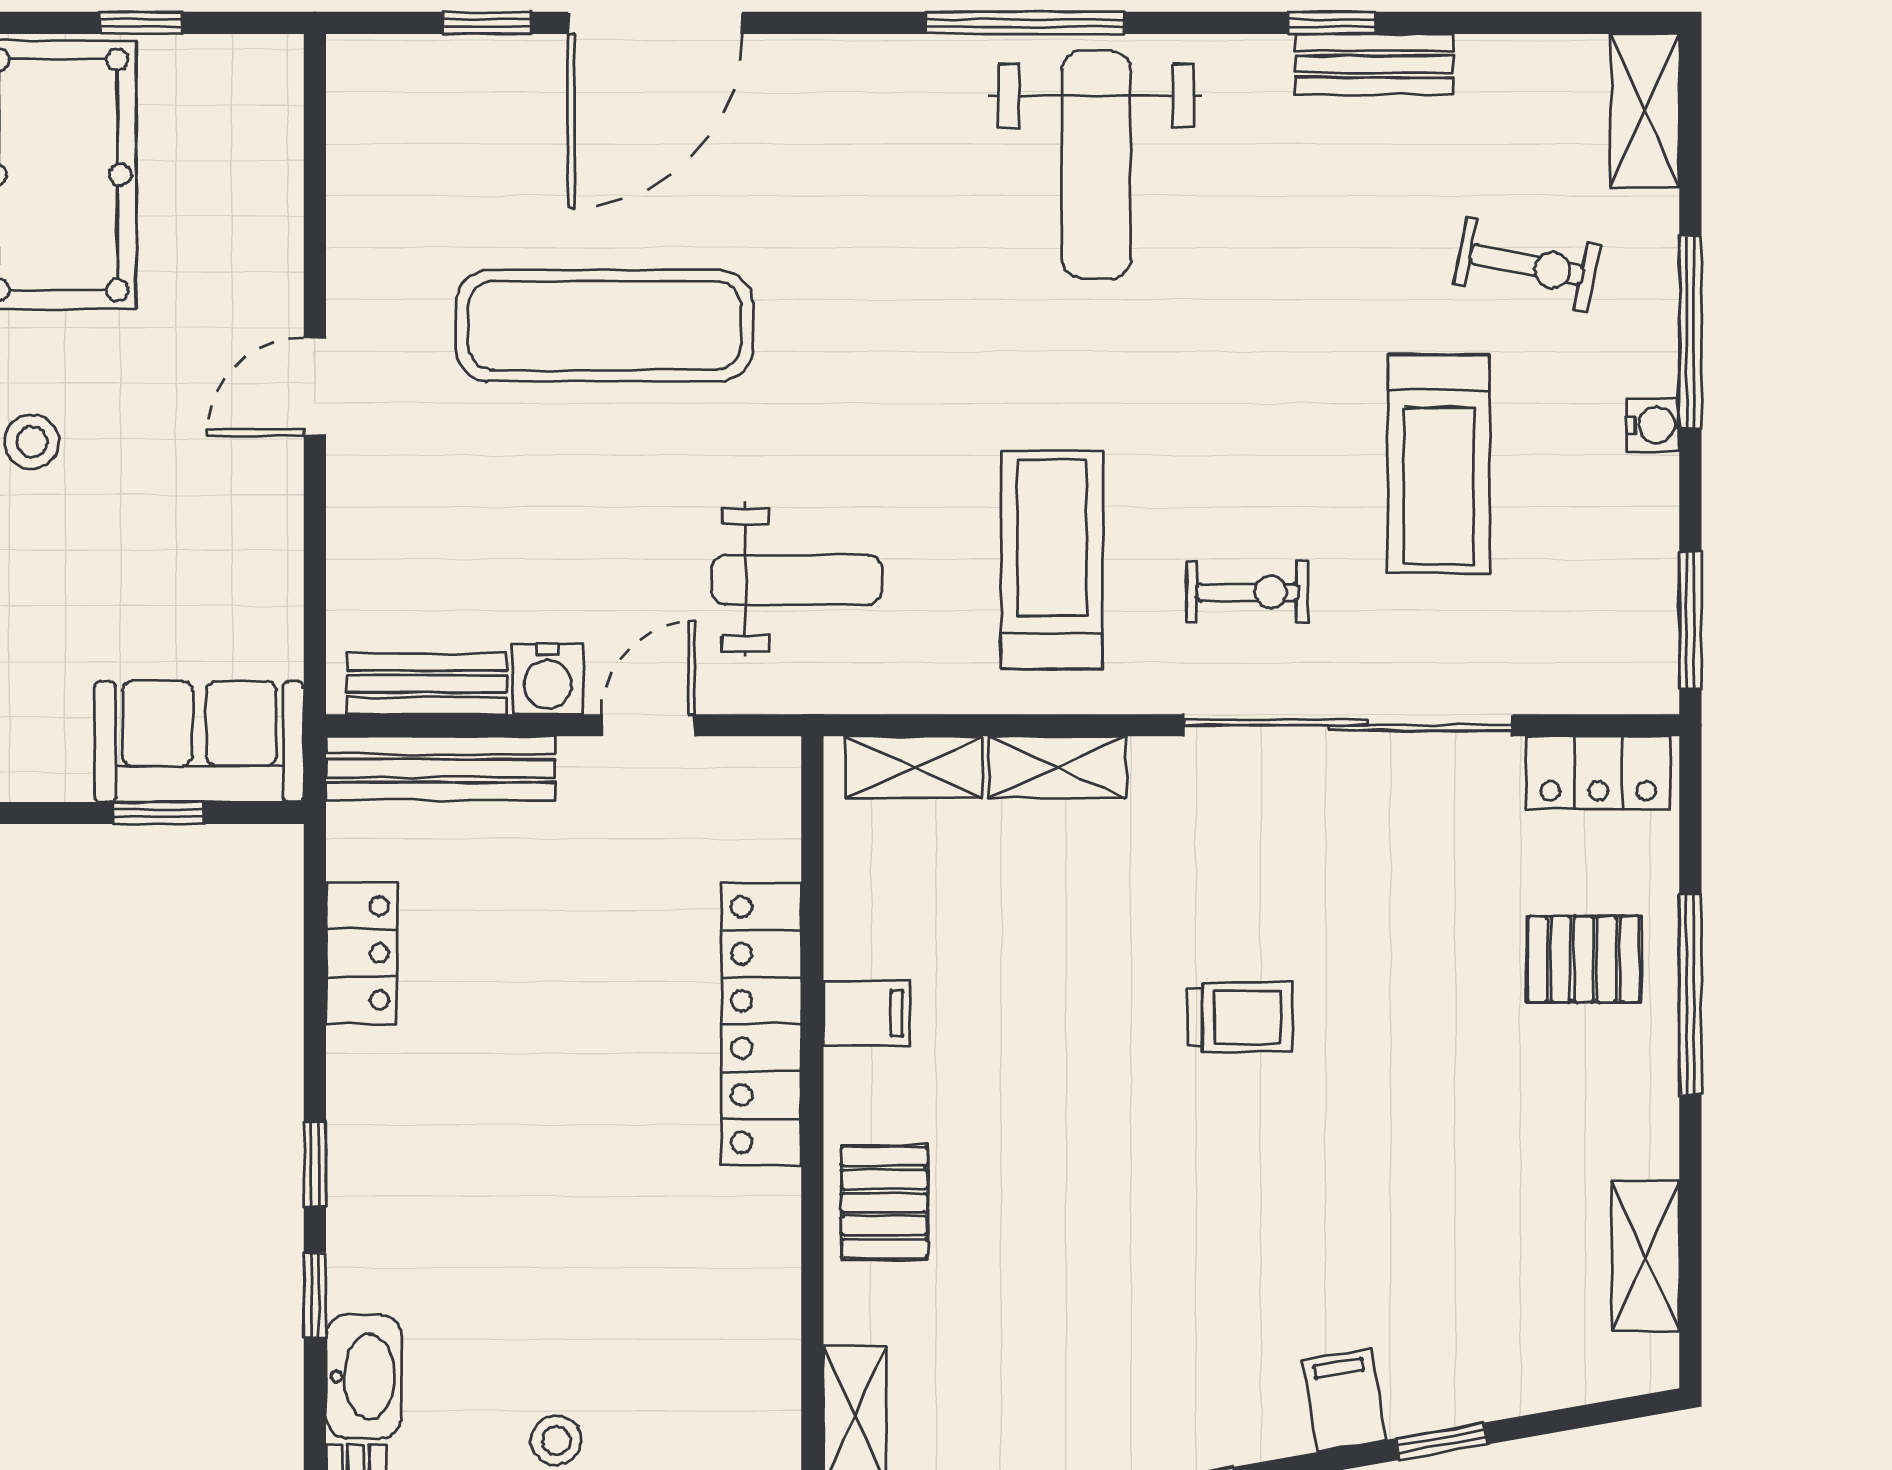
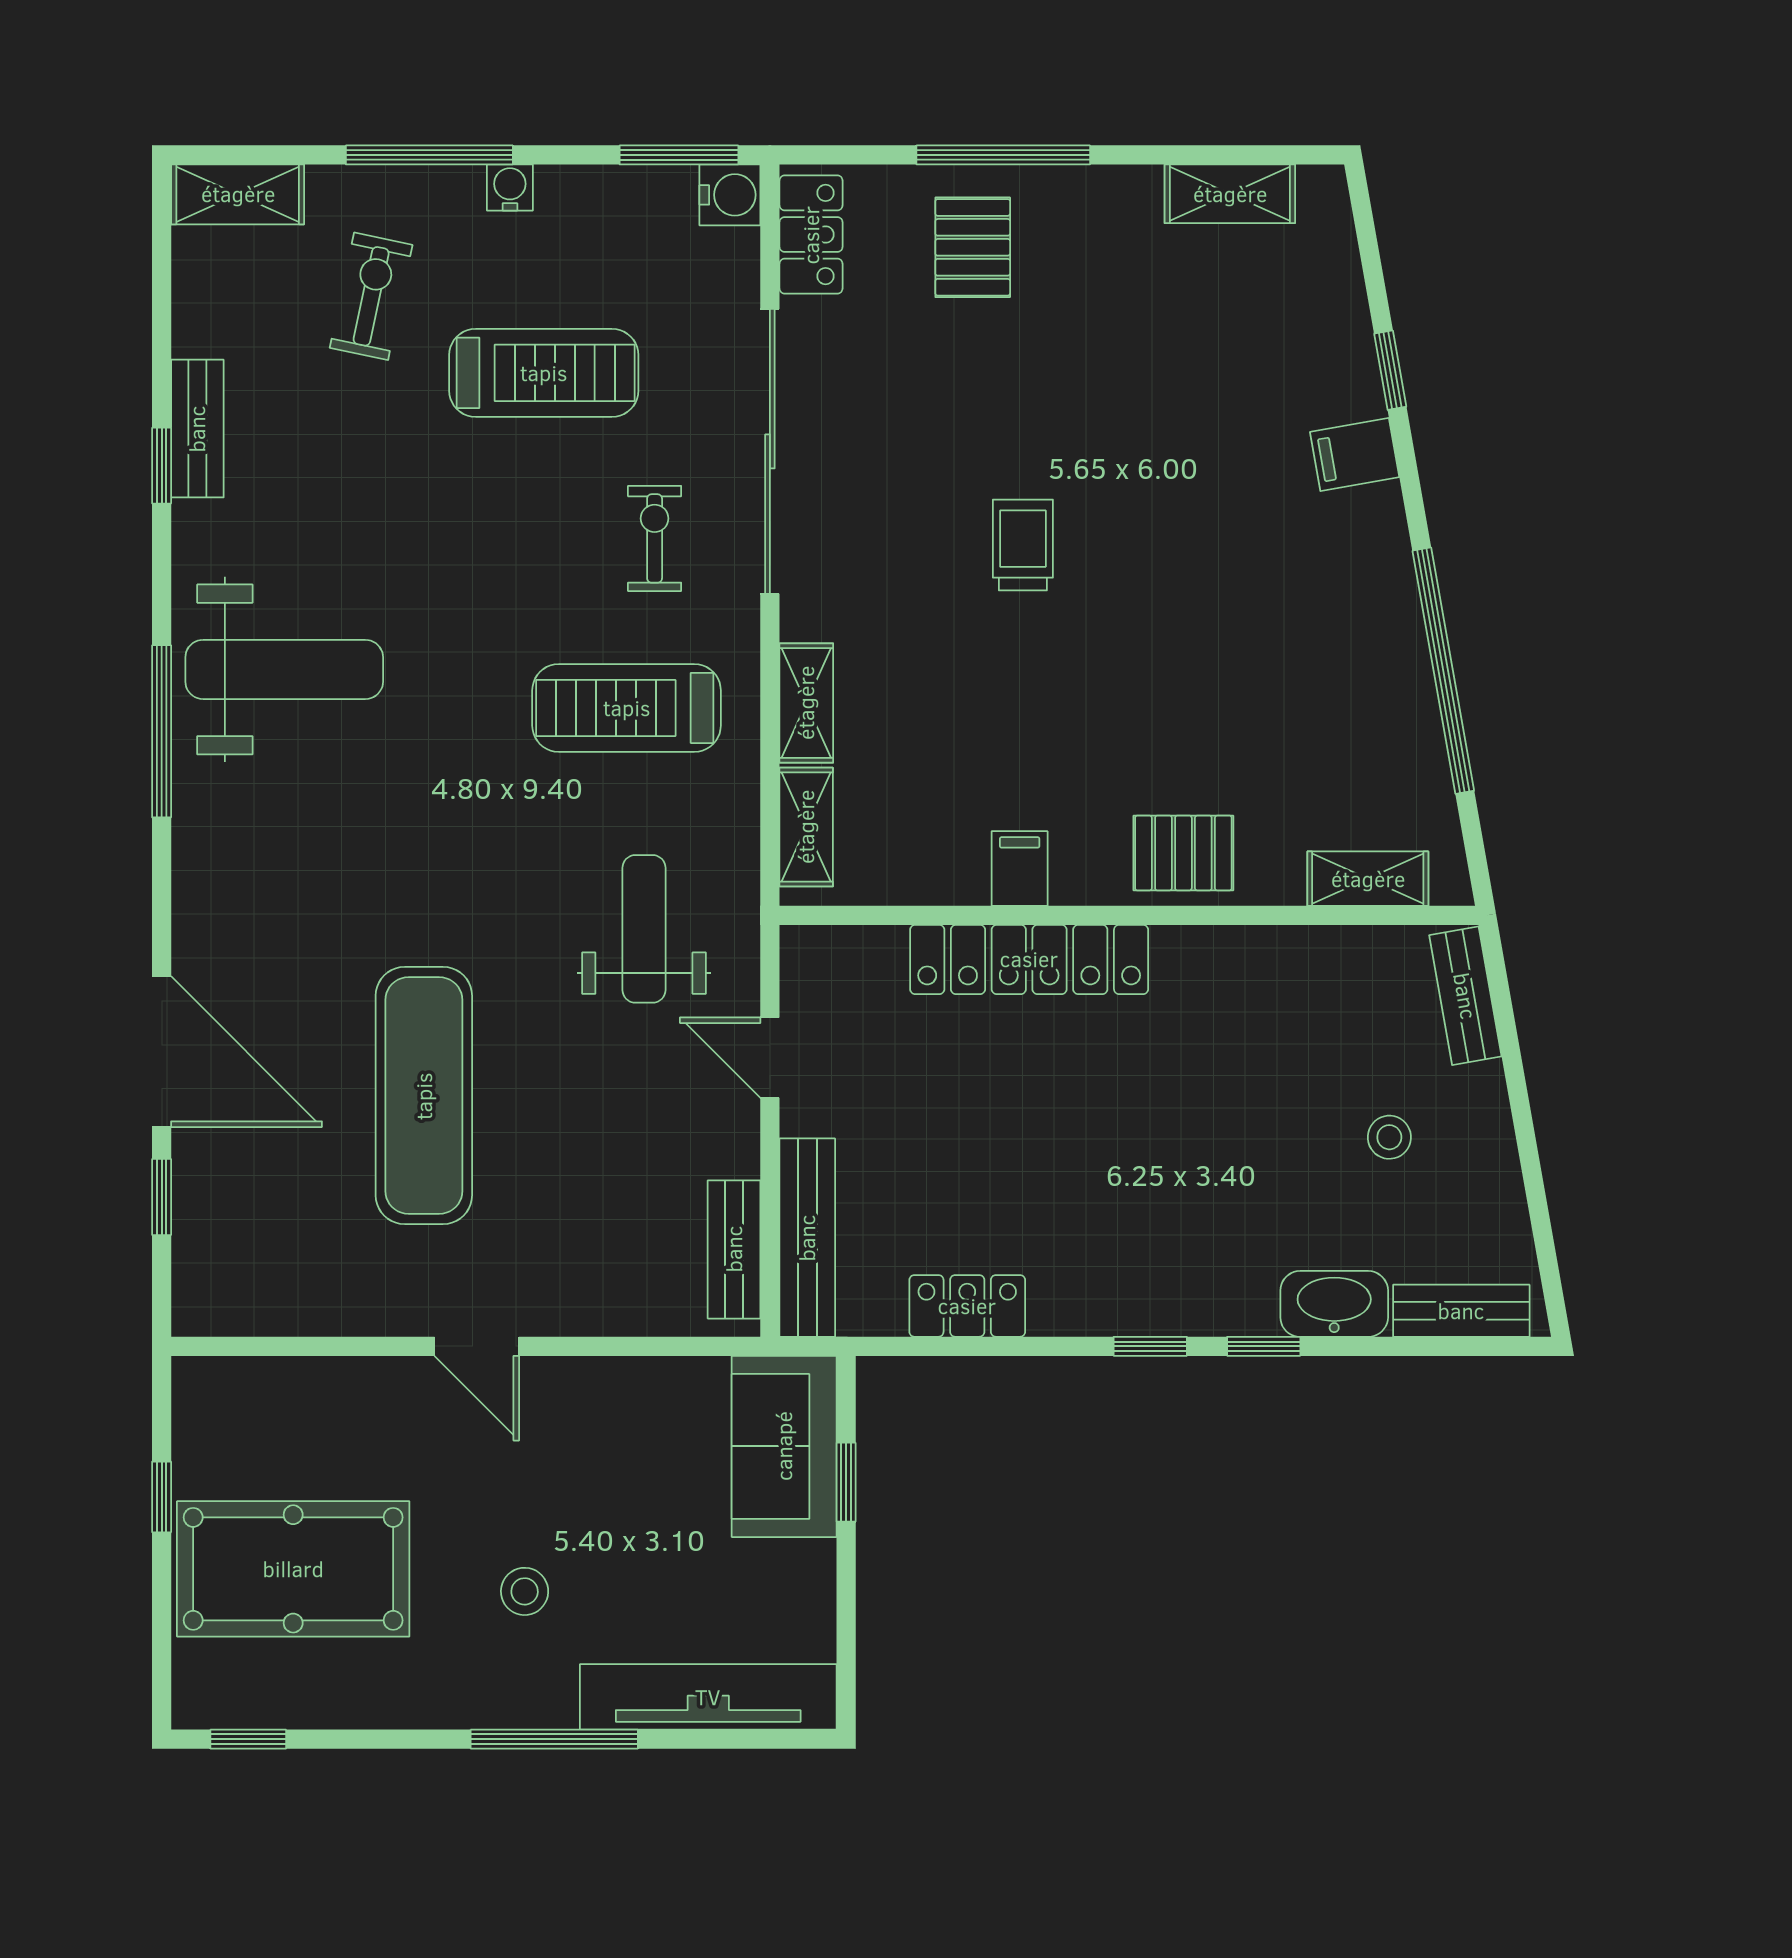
water cooler: (548, 679) -> (730, 195), moved

